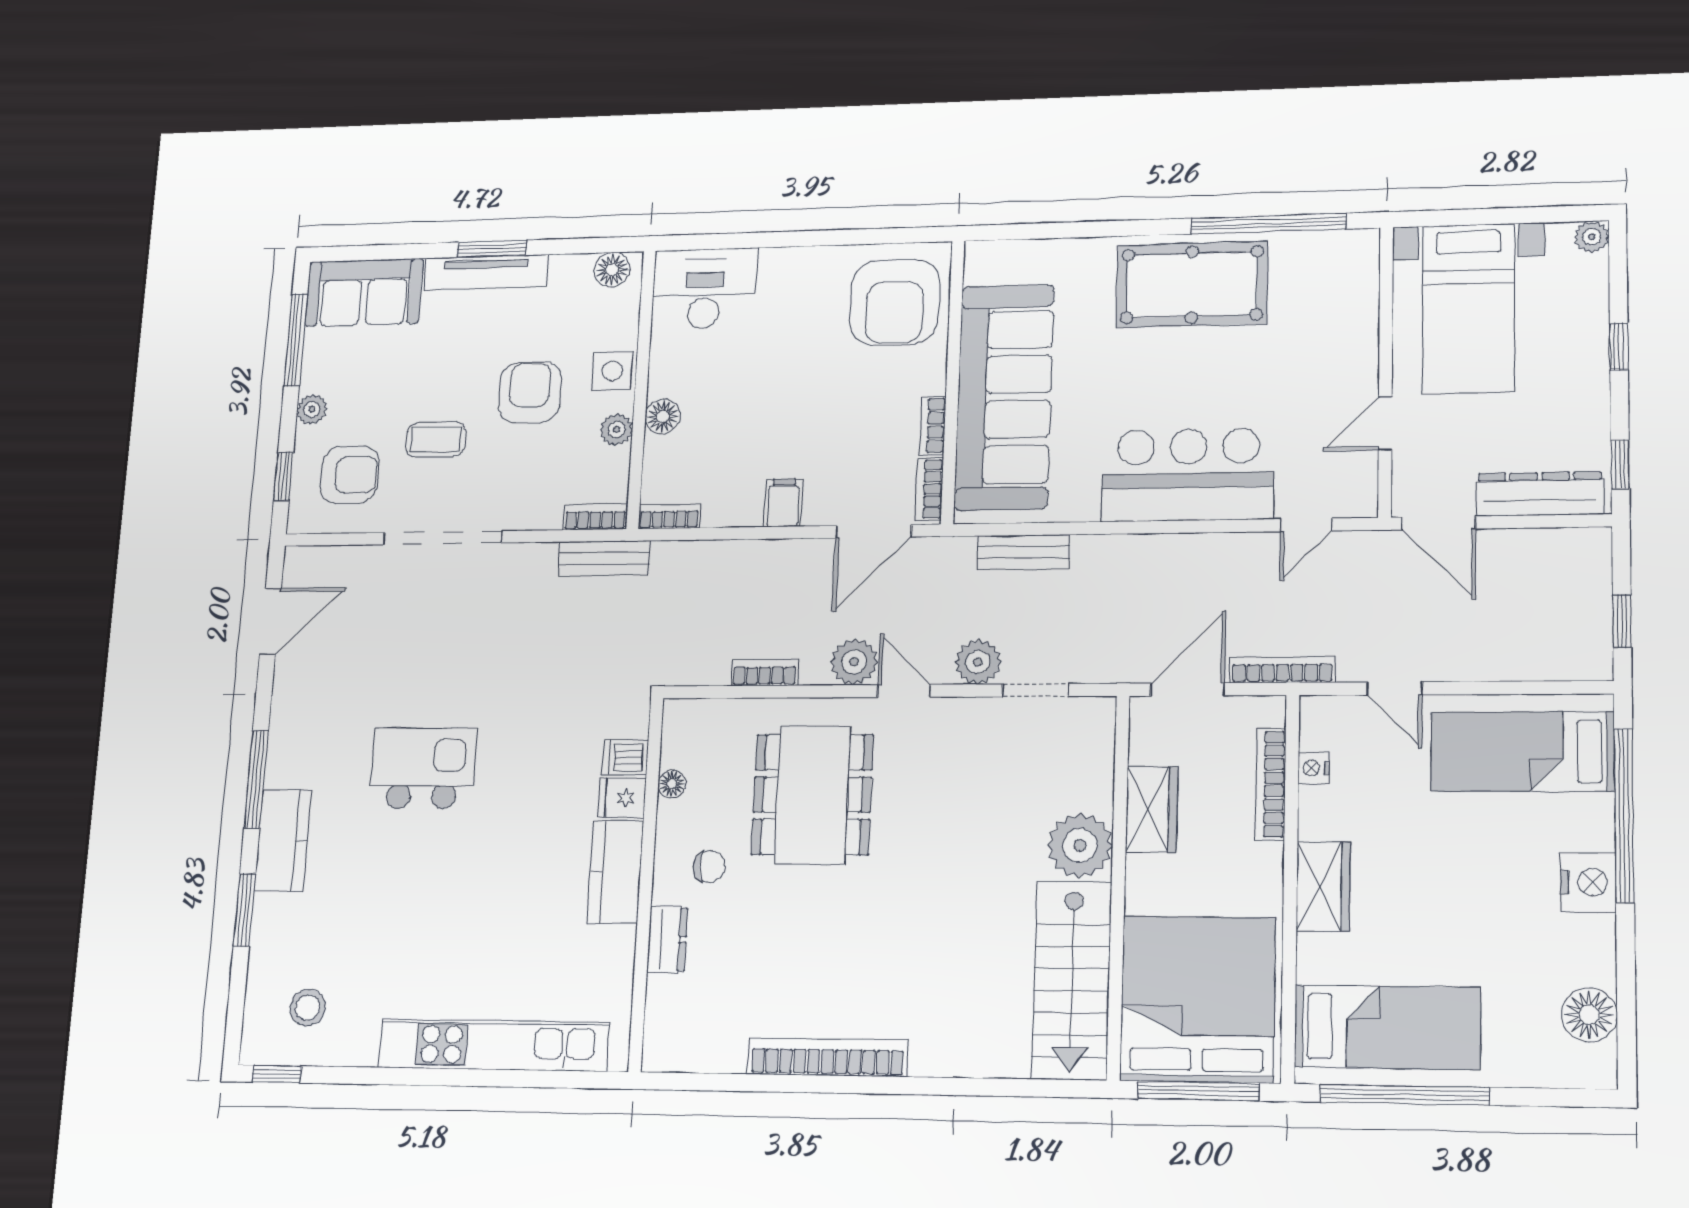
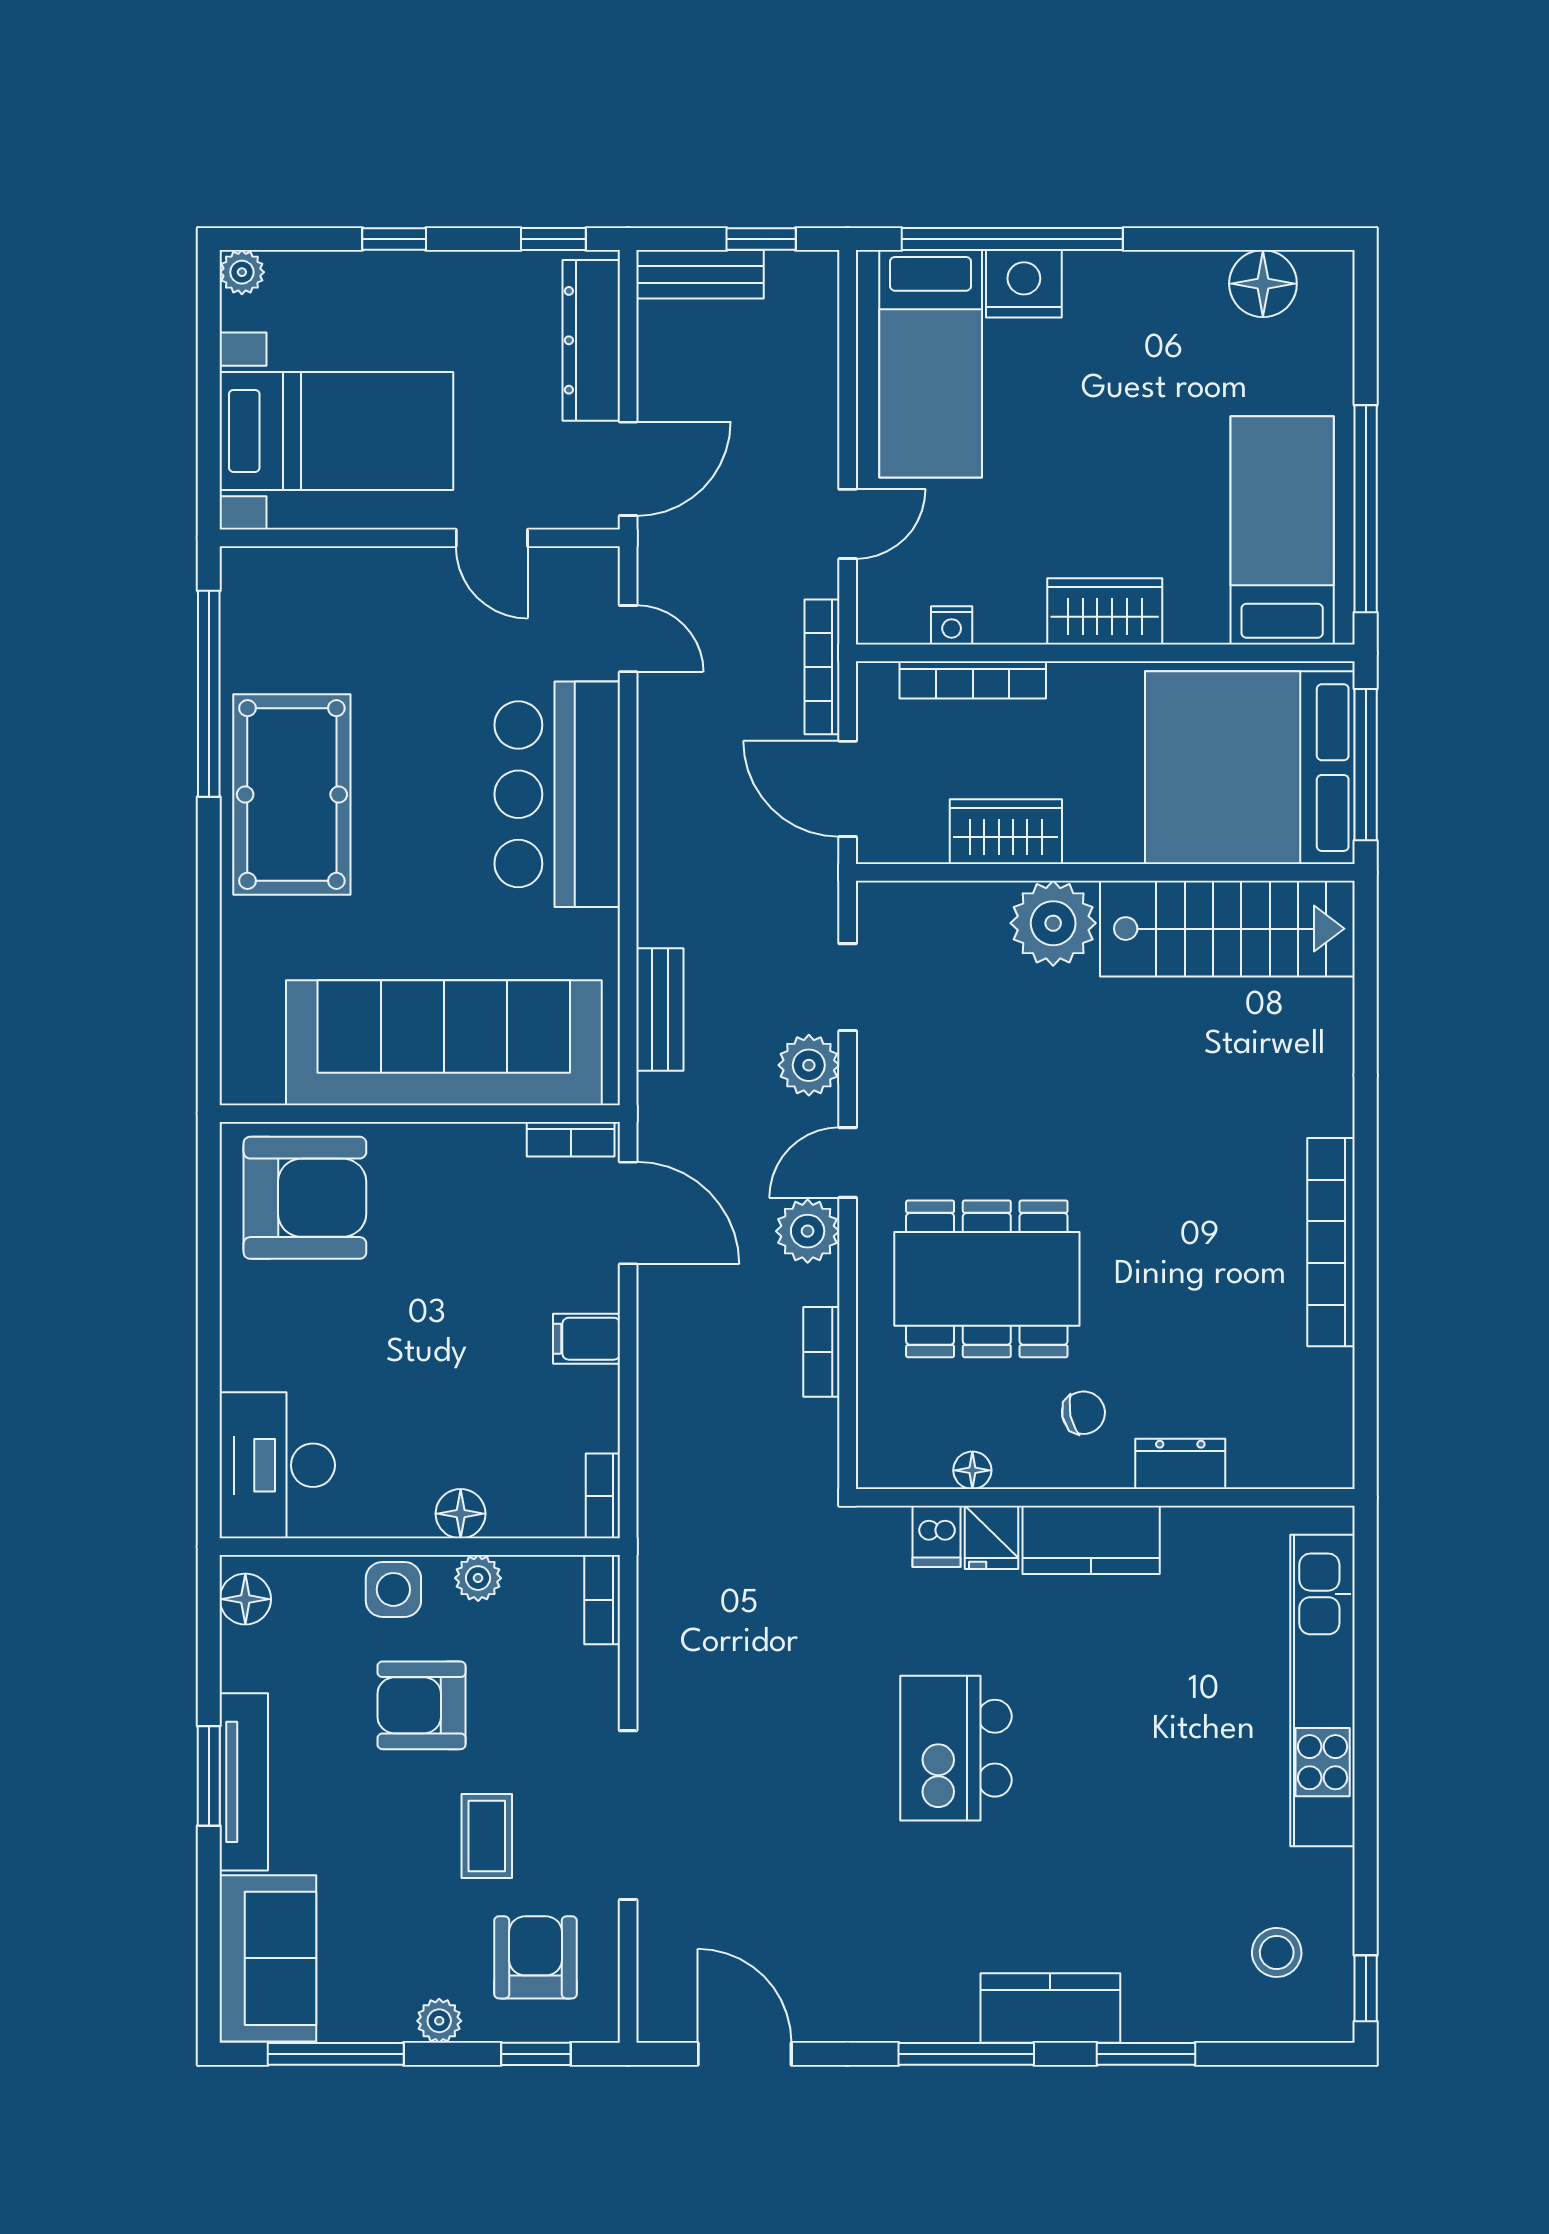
bookcase: (933, 425) -> (481, 1138), removed
bench: (604, 558) -> (700, 274), moved, turned 90
kitchen island: (423, 768) -> (956, 1748), moved
chair: (709, 867) -> (1083, 1413), turned 78
nightstand: (1588, 882) -> (1024, 284), moved

